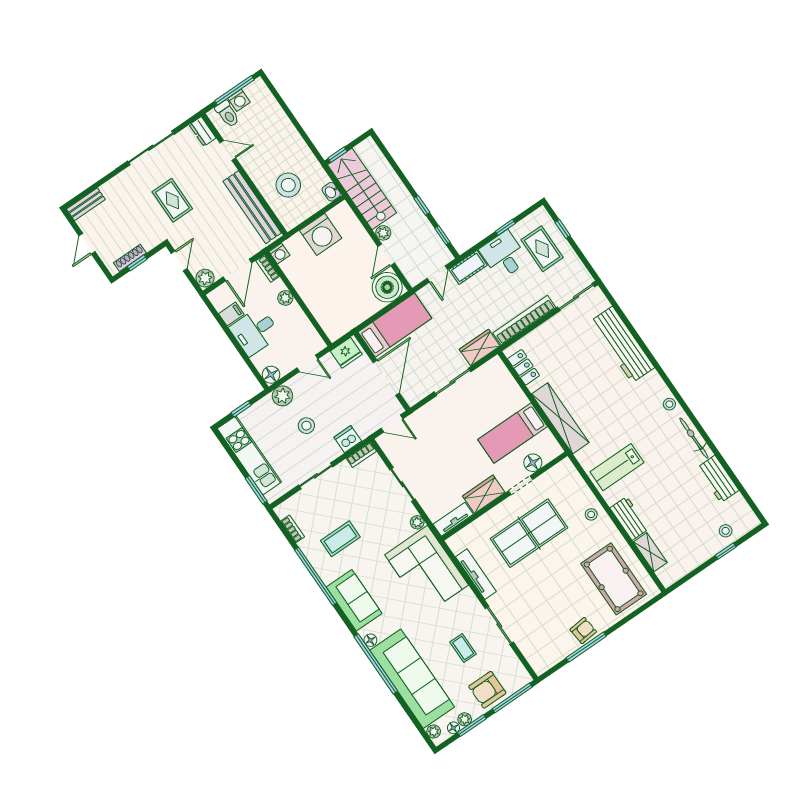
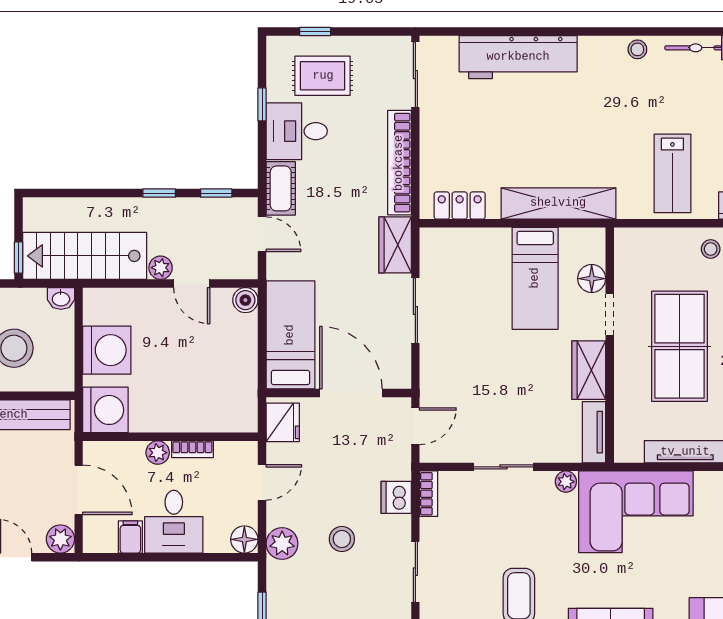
washing machine: (279, 253) -> (105, 410), width x1.89, depth x1.89
bookcase: (268, 268) -> (192, 449), moved
boiler: (387, 287) -> (245, 300), width x0.54, depth x0.54

